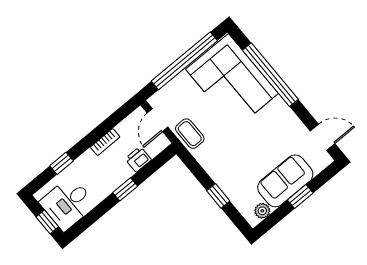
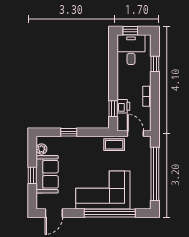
corner sofa: (232, 81) -> (103, 190), moved
window: (125, 189) -> (113, 109), moved

